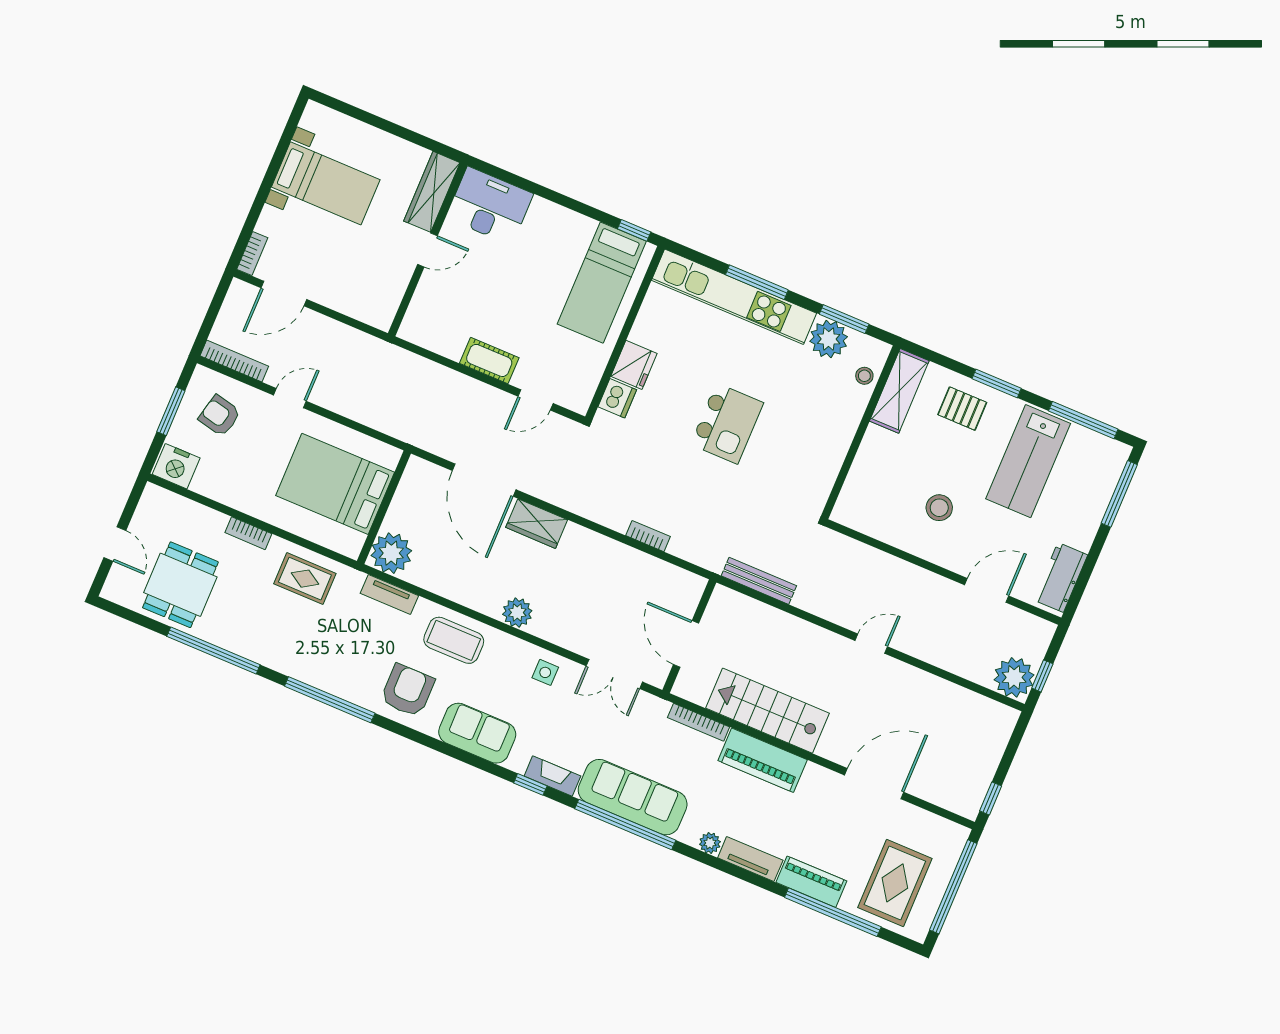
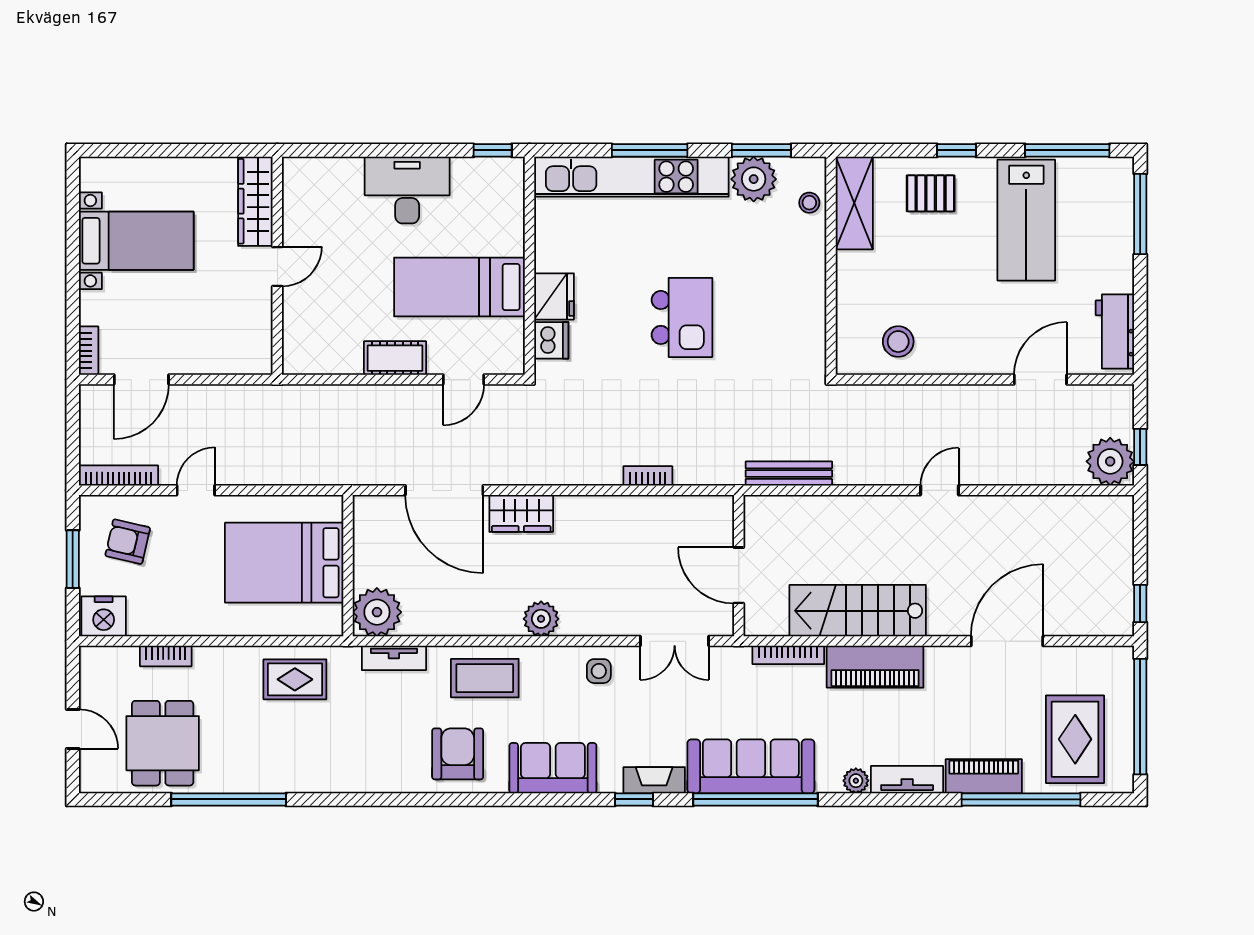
desk: (490, 206) -> (407, 190), moved
bed: (602, 283) -> (460, 287), moved, turned 90
window: (997, 384) -> (956, 150), width x0.67
stool: (939, 508) -> (898, 342), moved
bookcase: (248, 533) -> (166, 656), moved
window: (330, 700) -> (377, 799), removed

